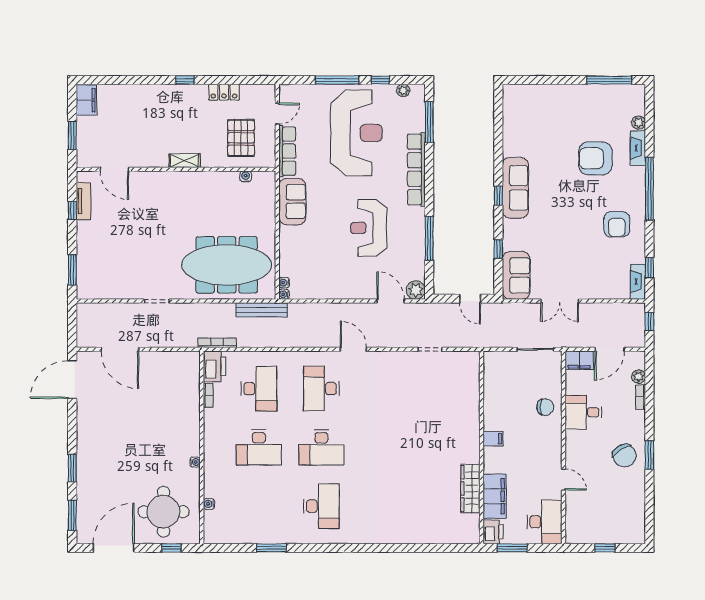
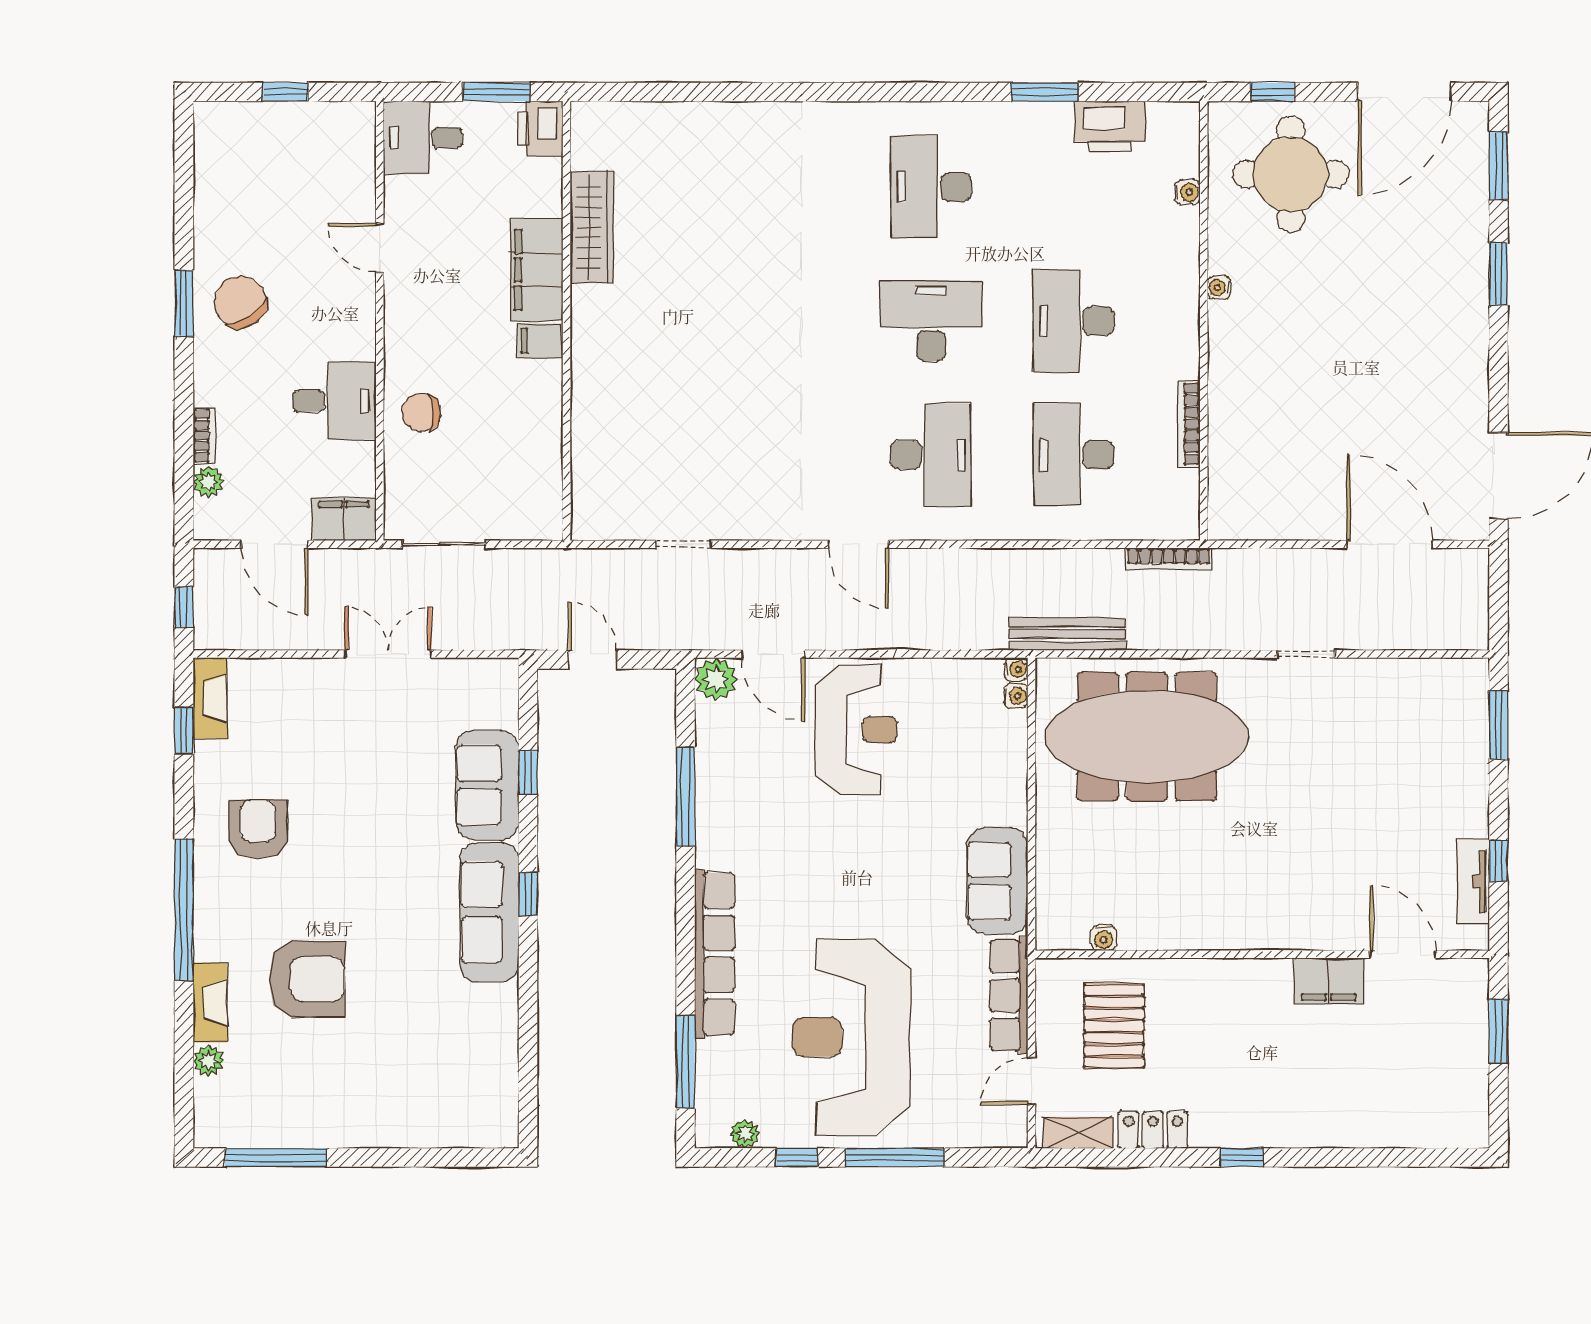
filing cabinet: (86, 100) -> (1329, 981), moved, turned -90
shelving: (185, 161) -> (1078, 1133), moved
reception desk: (369, 228) -> (856, 730), moved
sofa: (516, 275) -> (487, 785), moved
door: (610, 349) -> (275, 544), swing flipped
printer: (214, 366) -> (1110, 126), moved, turned -90
bookcase: (208, 395) -> (1189, 424), width x1.56
desk: (259, 447) -> (1073, 321), turned -90
filing cabinet: (495, 496) -> (537, 270), moved
desk: (544, 522) -> (423, 138), width x0.73

